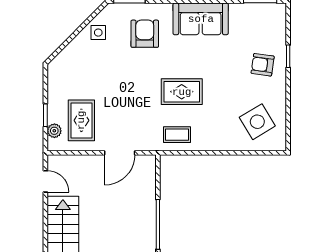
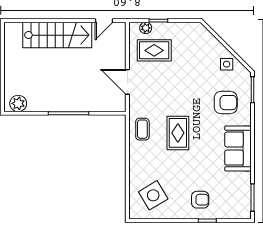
armchair: (263, 65) -> (200, 200), turned 82

